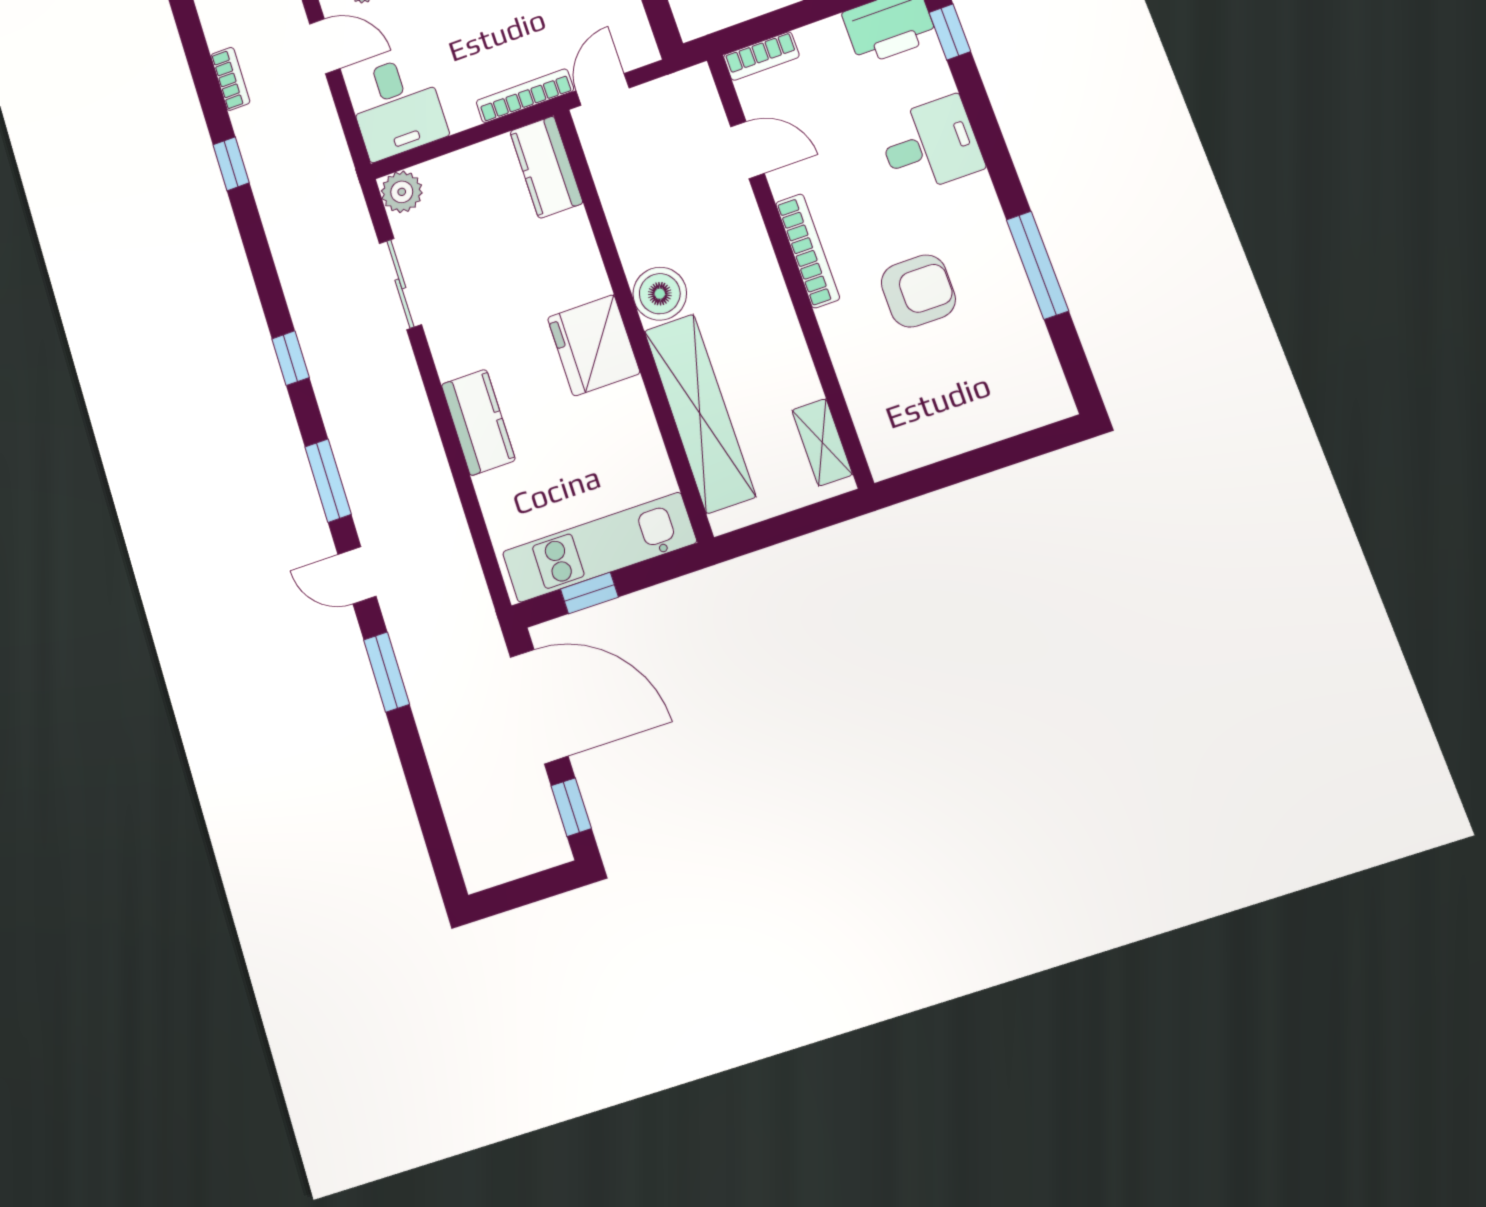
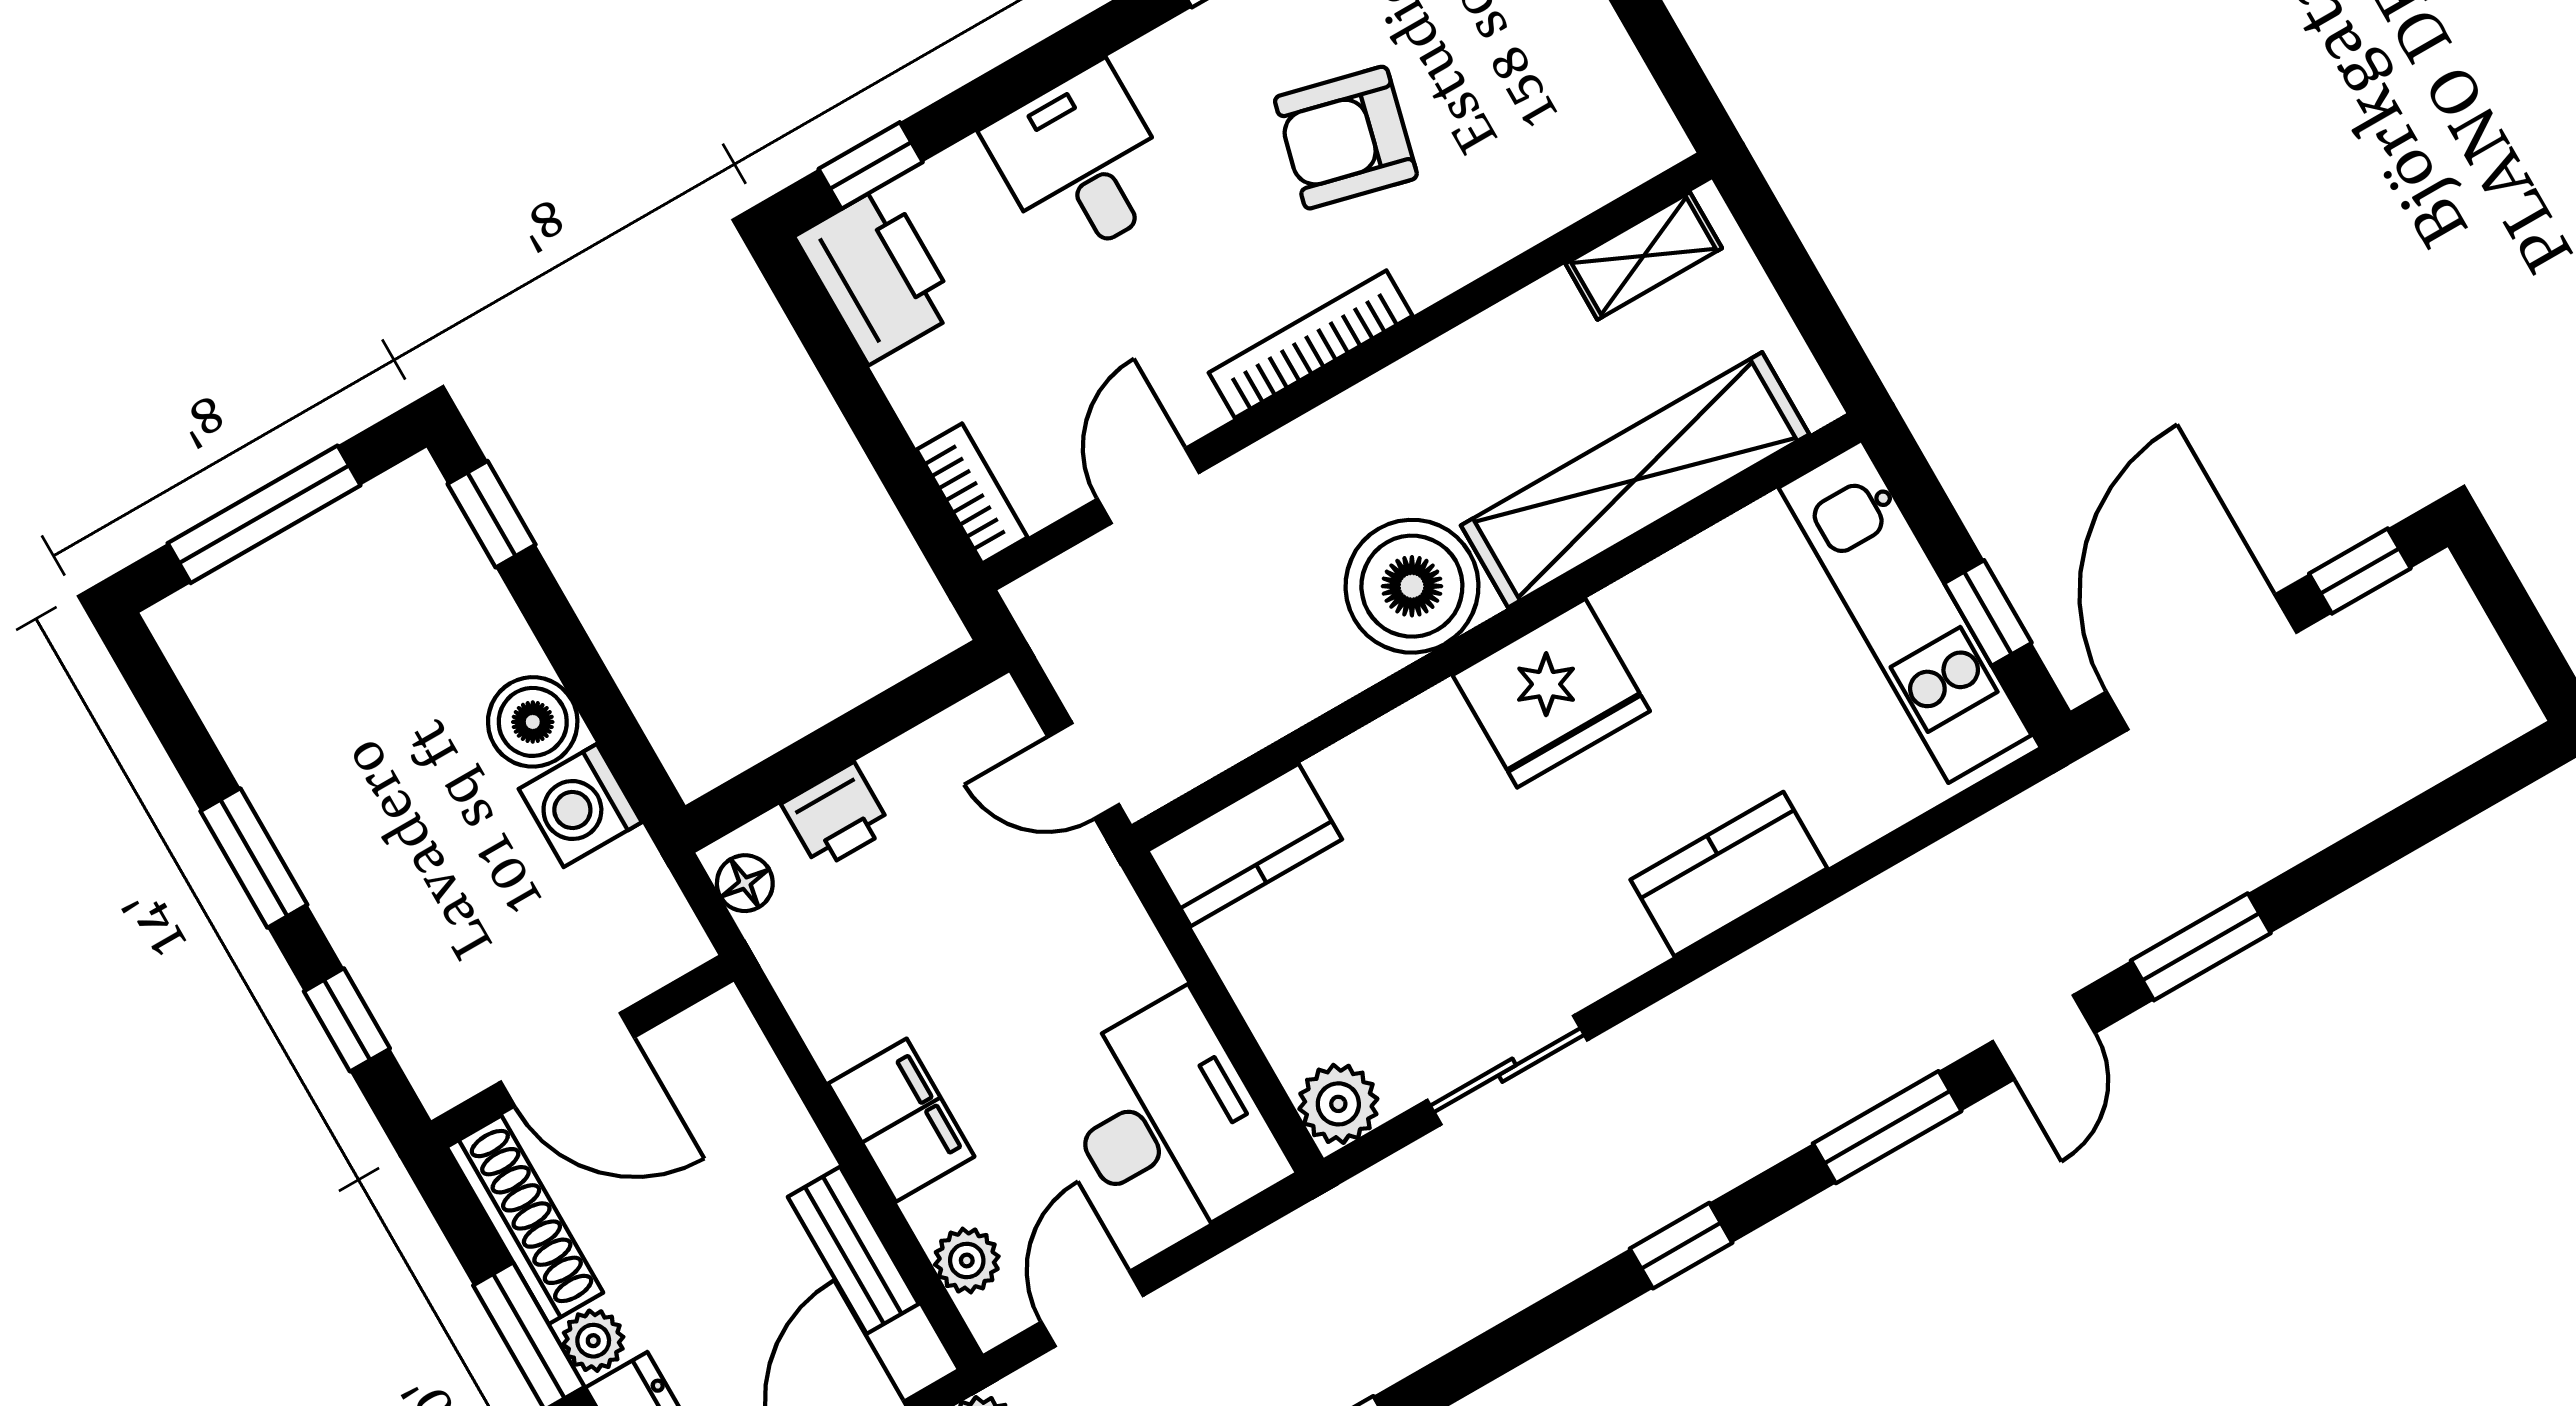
bookcase: (525, 96) -> (1120, 912), removed
desk: (397, 107) -> (1168, 1121), width x1.37
armchair: (918, 291) -> (1346, 138), turned -76
boiler: (660, 294) -> (1412, 586), width x1.37, depth x1.37

